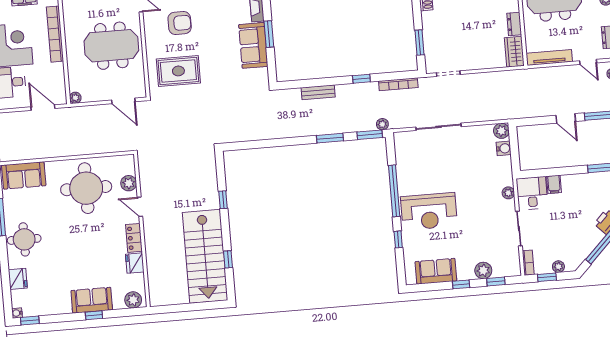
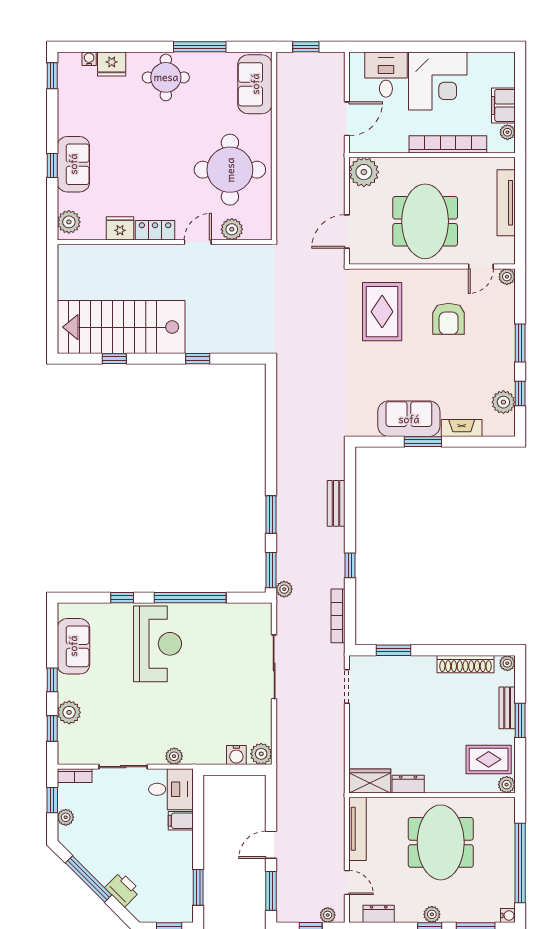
door: (588, 62) -> (347, 882), swing flipped
plant: (75, 98) -> (364, 172), width x1.87, depth x1.87
reception desk: (429, 211) -> (158, 644), turned 180
water cooler: (17, 313) -> (89, 59), moved

